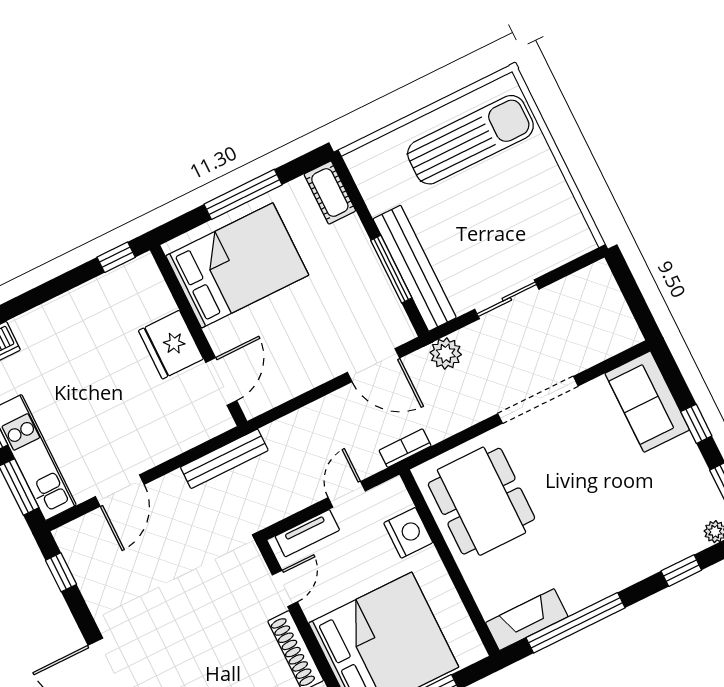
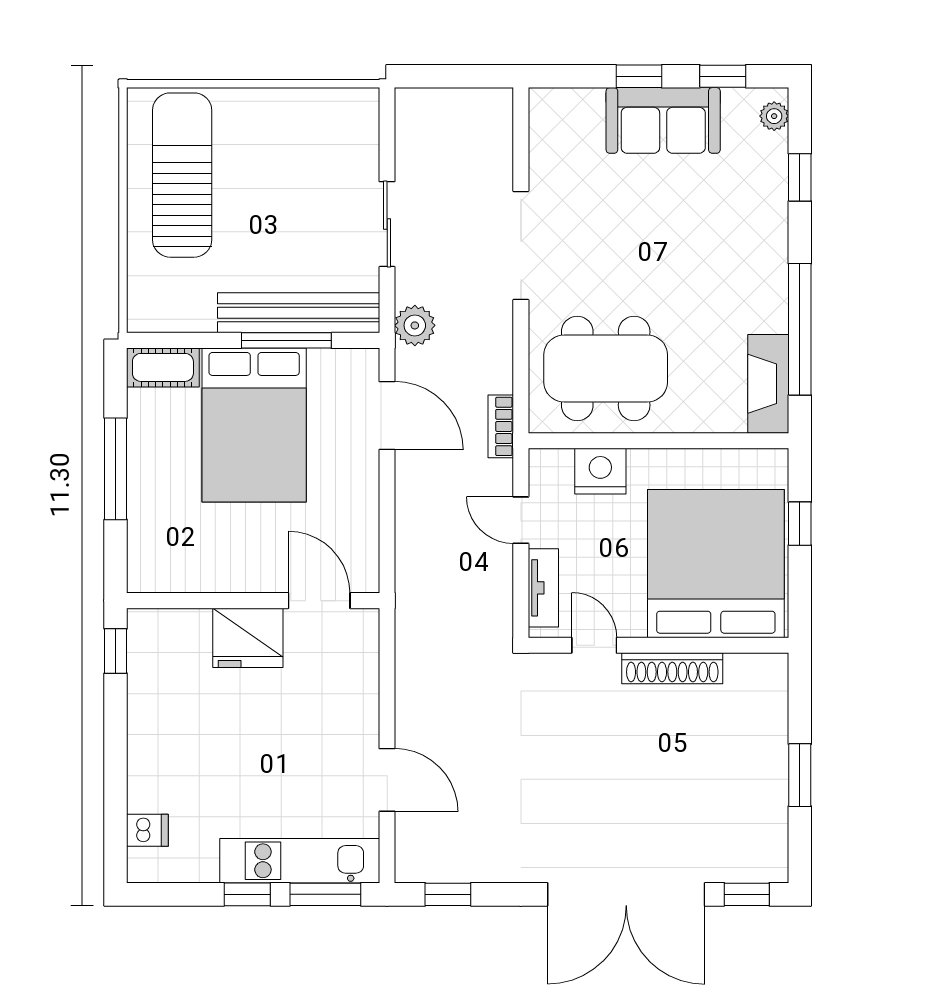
bed: (237, 265) -> (254, 425), moved, turned 180
door: (373, 365) -> (387, 416), hinge flipped
sofa: (647, 402) -> (663, 120), moved
bench: (224, 459) -> (410, 641), removed

